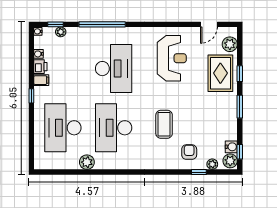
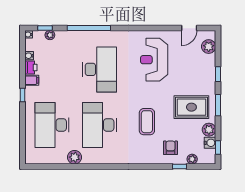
reception desk: (172, 58) -> (154, 60), turned 180
rug: (220, 73) -> (191, 107), moved, turned 90
plant: (230, 161) -> (209, 130), moved

